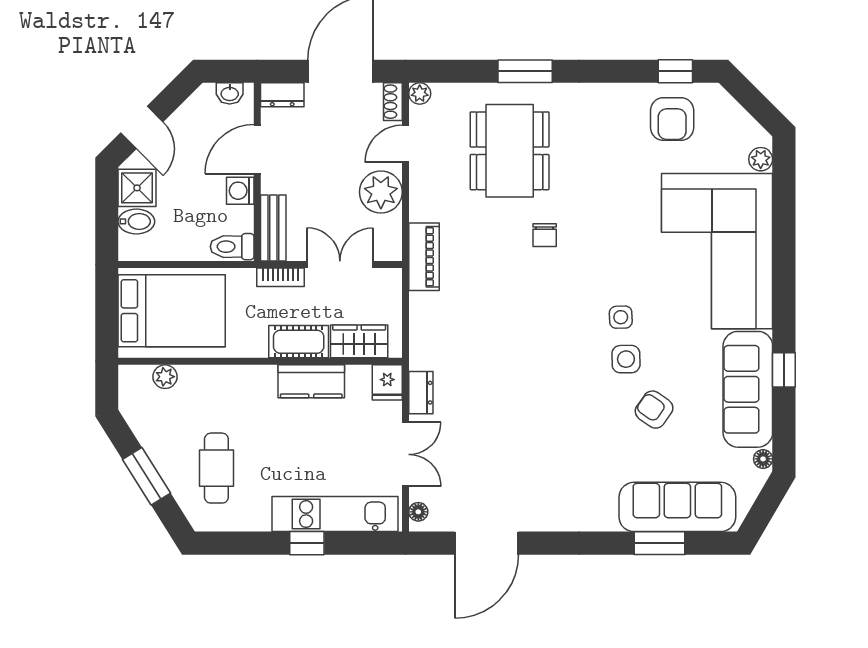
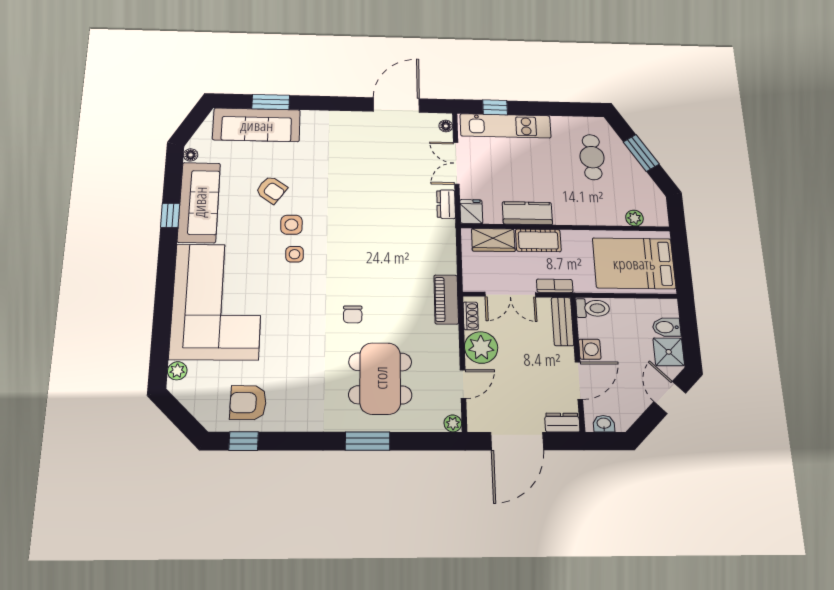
shoe rack: (393, 102) -> (471, 316), moved
armchair: (672, 119) -> (248, 403), turned -89
chair: (545, 235) -> (353, 314), turned 180
window: (307, 543) -> (495, 107), moved

